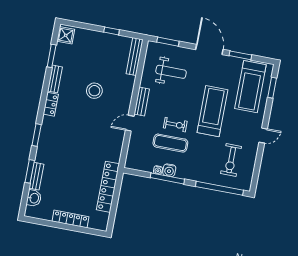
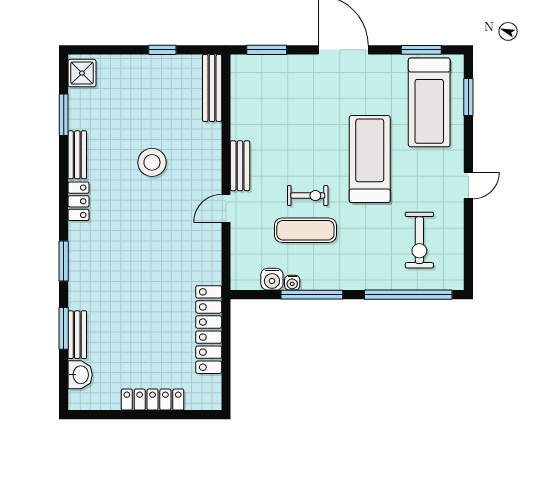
window: (240, 55) -> (421, 50), moved
weight bench: (171, 72) -> (282, 103), removed
water cooler: (169, 170) -> (272, 279), moved

